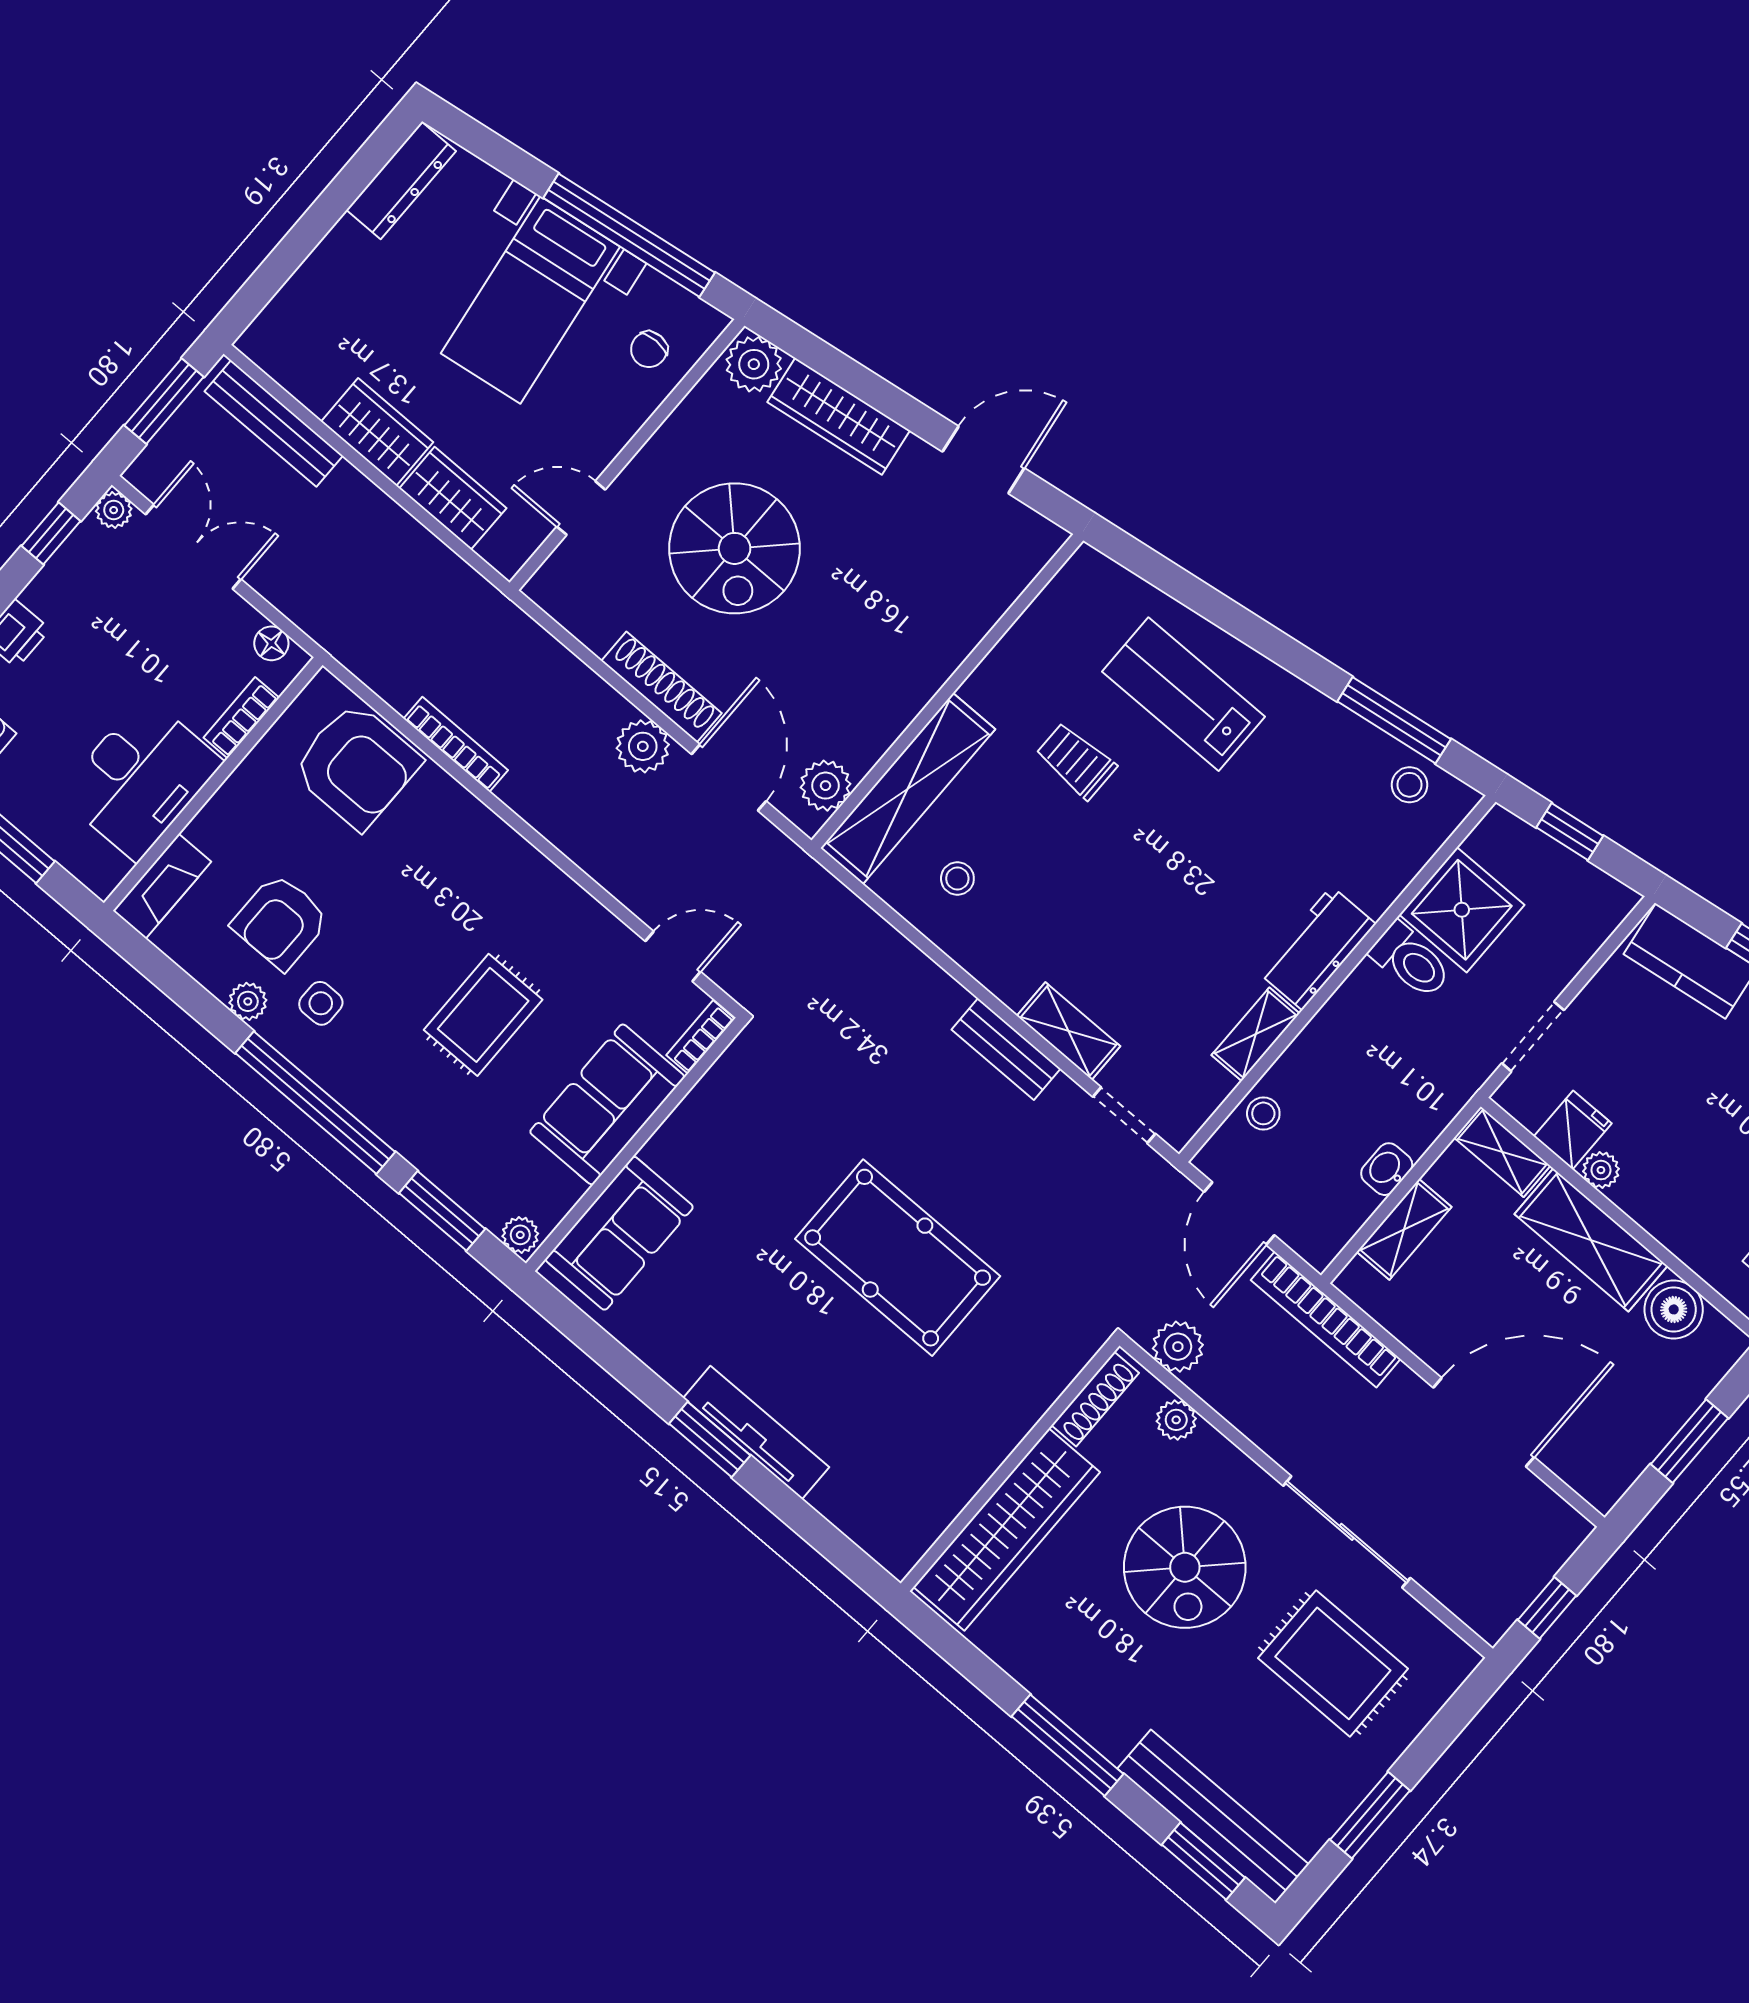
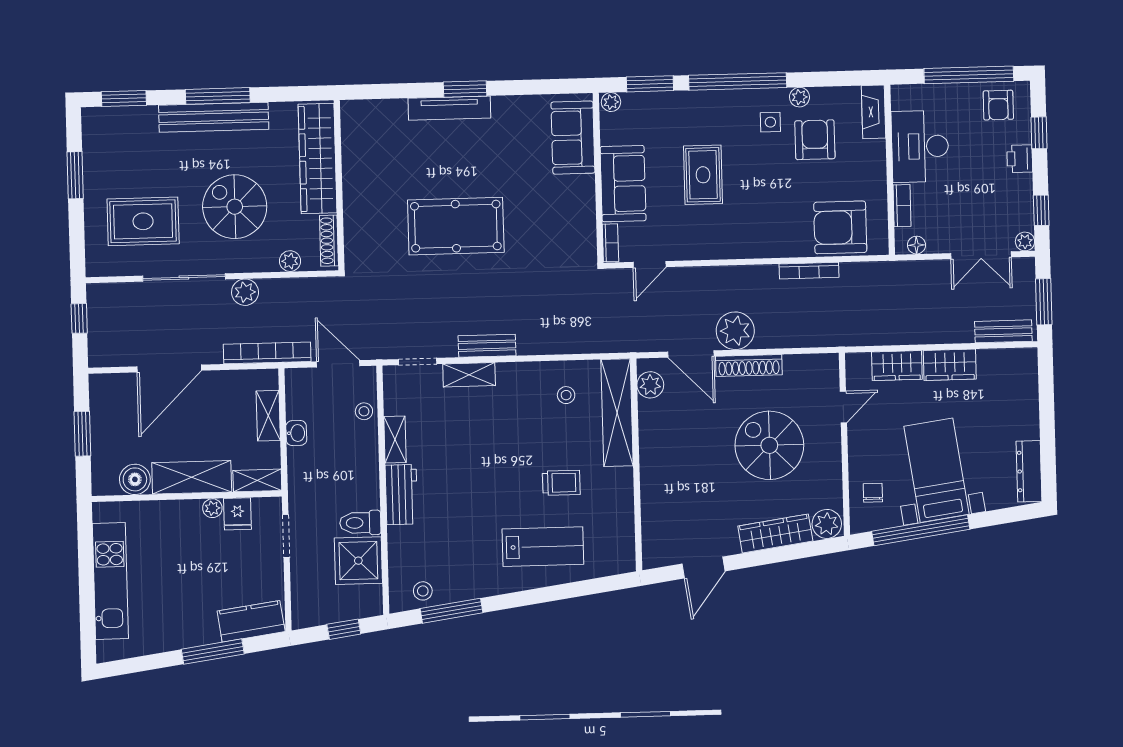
bench: (274, 423) -> (1003, 331), width x0.73
plant: (643, 746) -> (735, 331), width x1.36, depth x1.36
plant: (1178, 1347) -> (245, 292), moved
bench: (1213, 1817) -> (214, 117), moved

